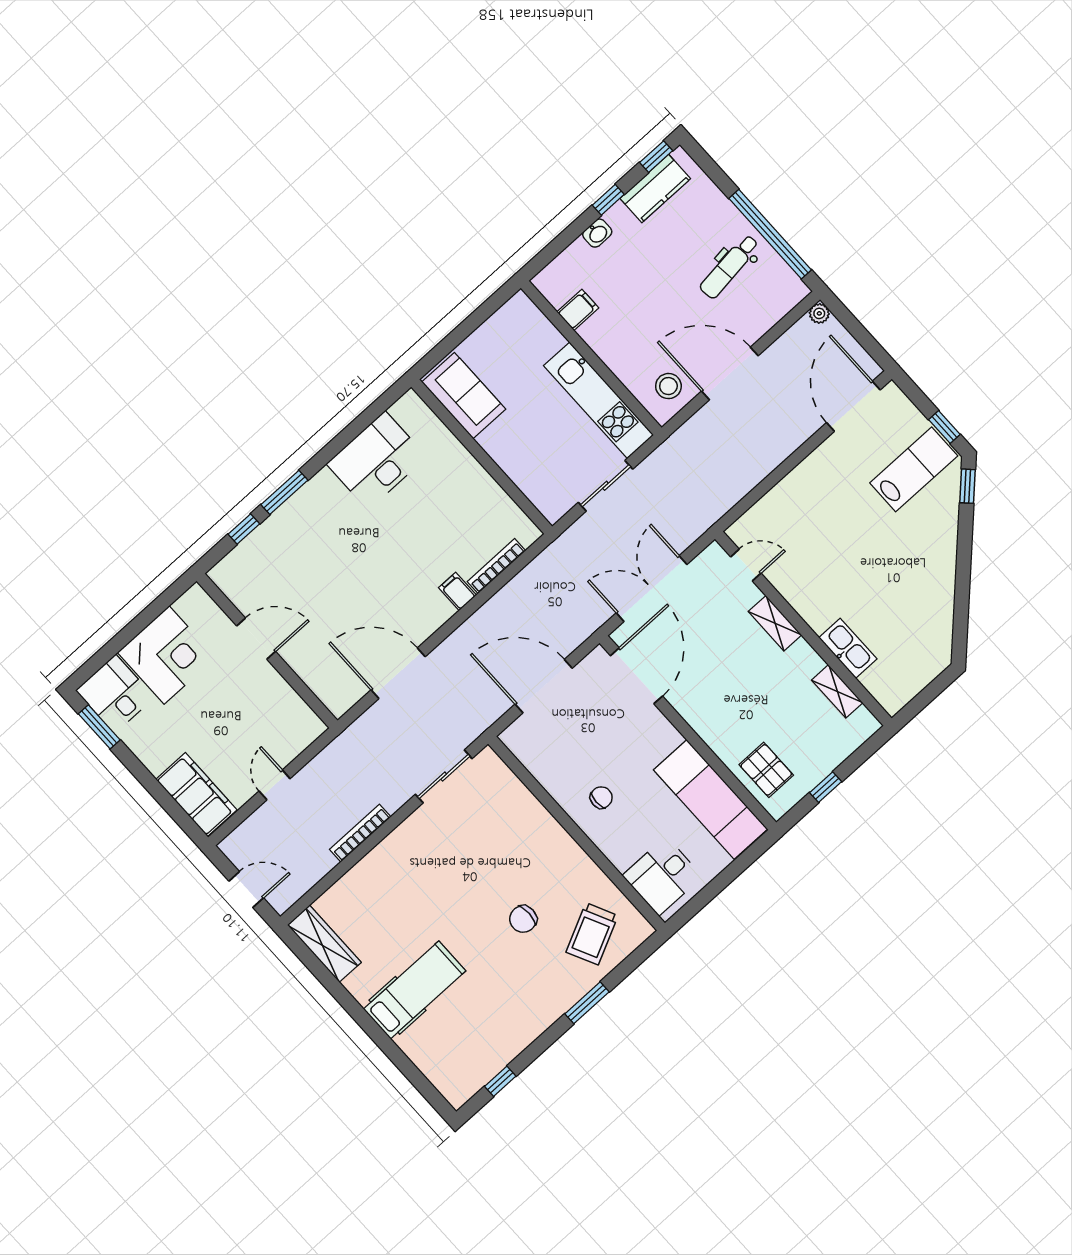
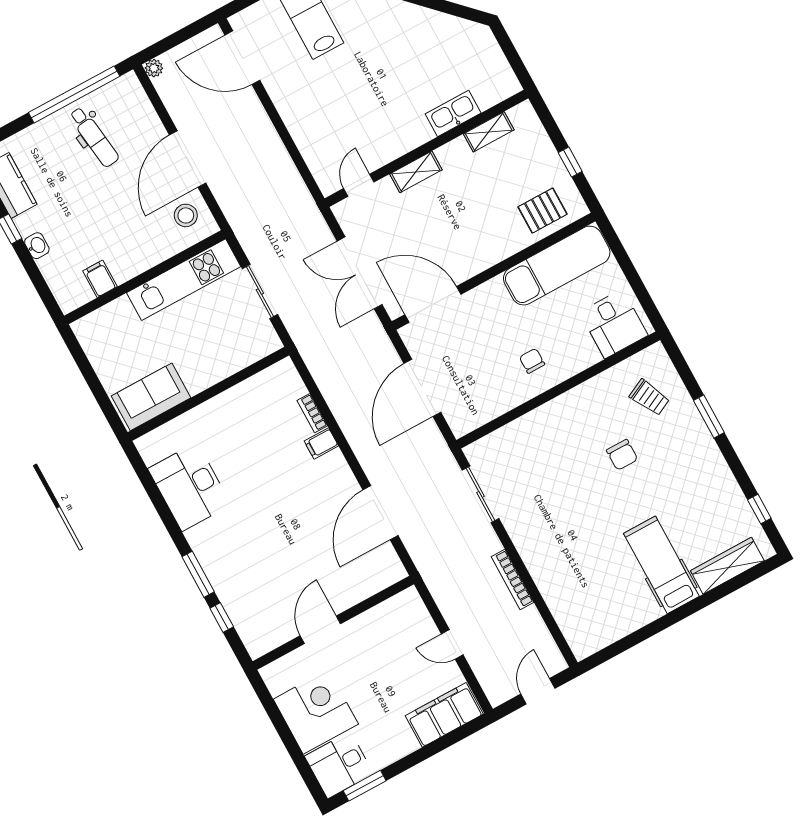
bookcase: (496, 566) -> (312, 413), width x0.64
trolley: (592, 934) -> (649, 398), width x0.73, depth x0.72
wardrobe: (324, 944) -> (727, 566), moved

